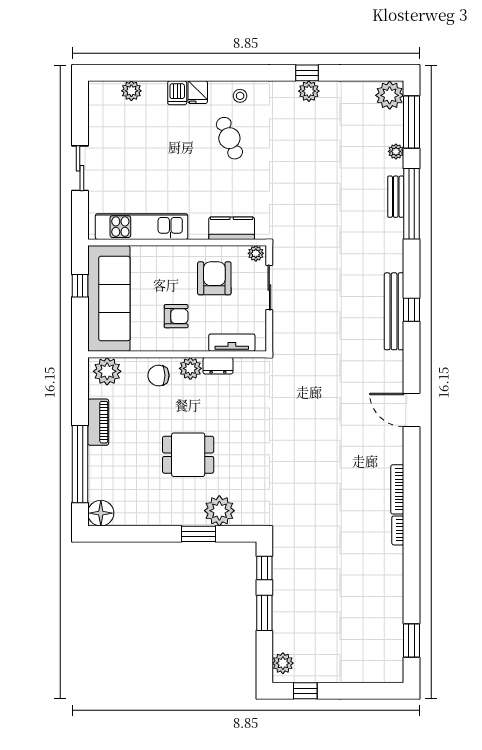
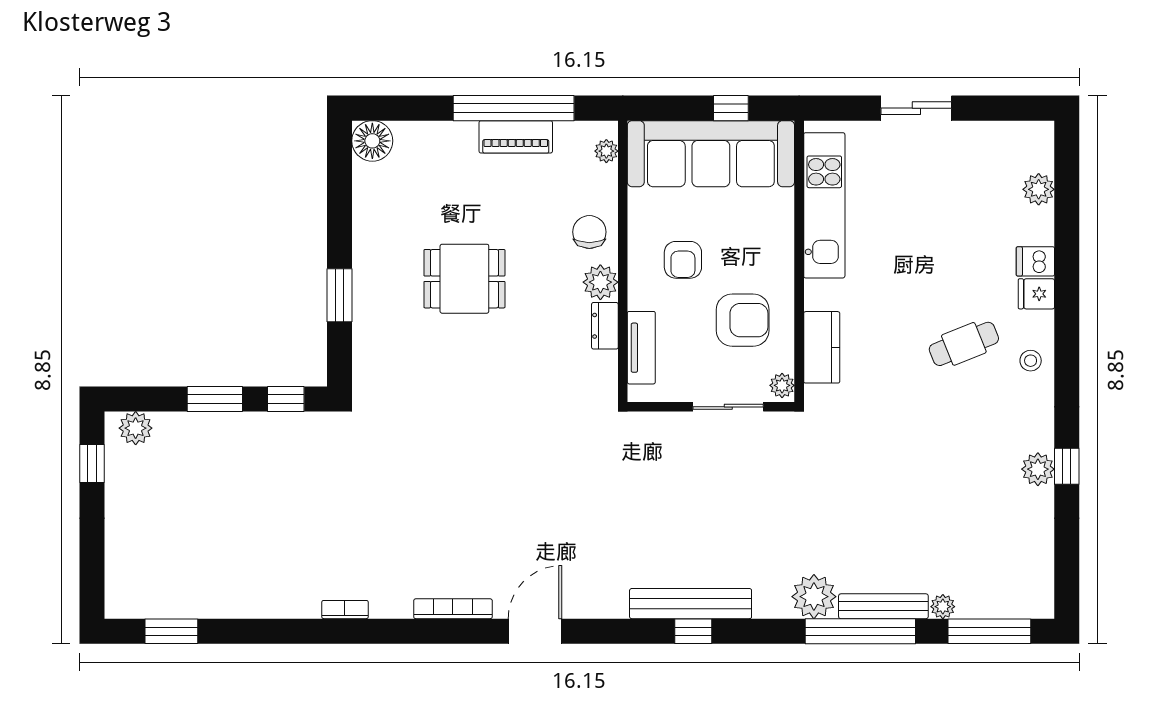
plant: (390, 95) -> (814, 597), moved
bench: (396, 197) -> (883, 606), width x1.36
plant: (107, 371) -> (606, 151), width x0.53, depth x0.53
dining table: (188, 455) -> (464, 279), turned 90
window: (80, 464) -> (514, 108), moved
bookcase: (397, 489) -> (453, 609), moved
plant: (219, 511) -> (376, 328), removed

